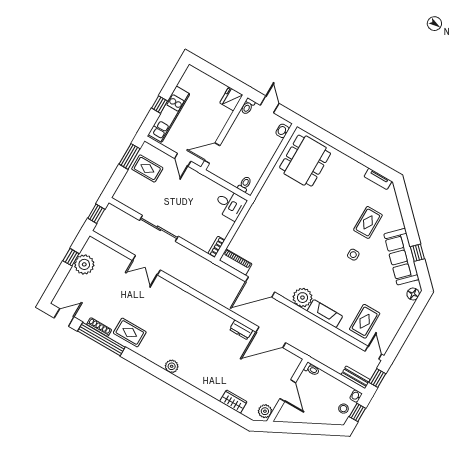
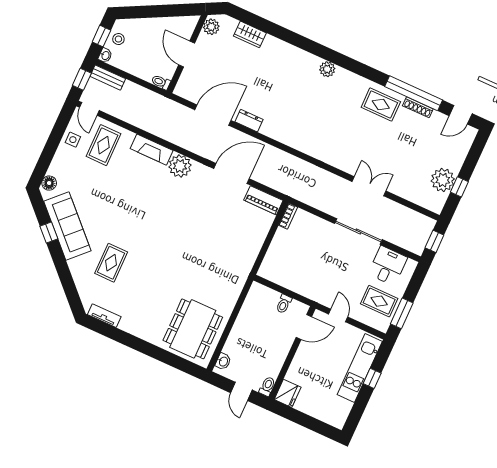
toilet: (245, 184) -> (284, 304), moved
desk: (230, 205) -> (388, 266), moved, turned 90
side table: (353, 255) -> (73, 140), moved

